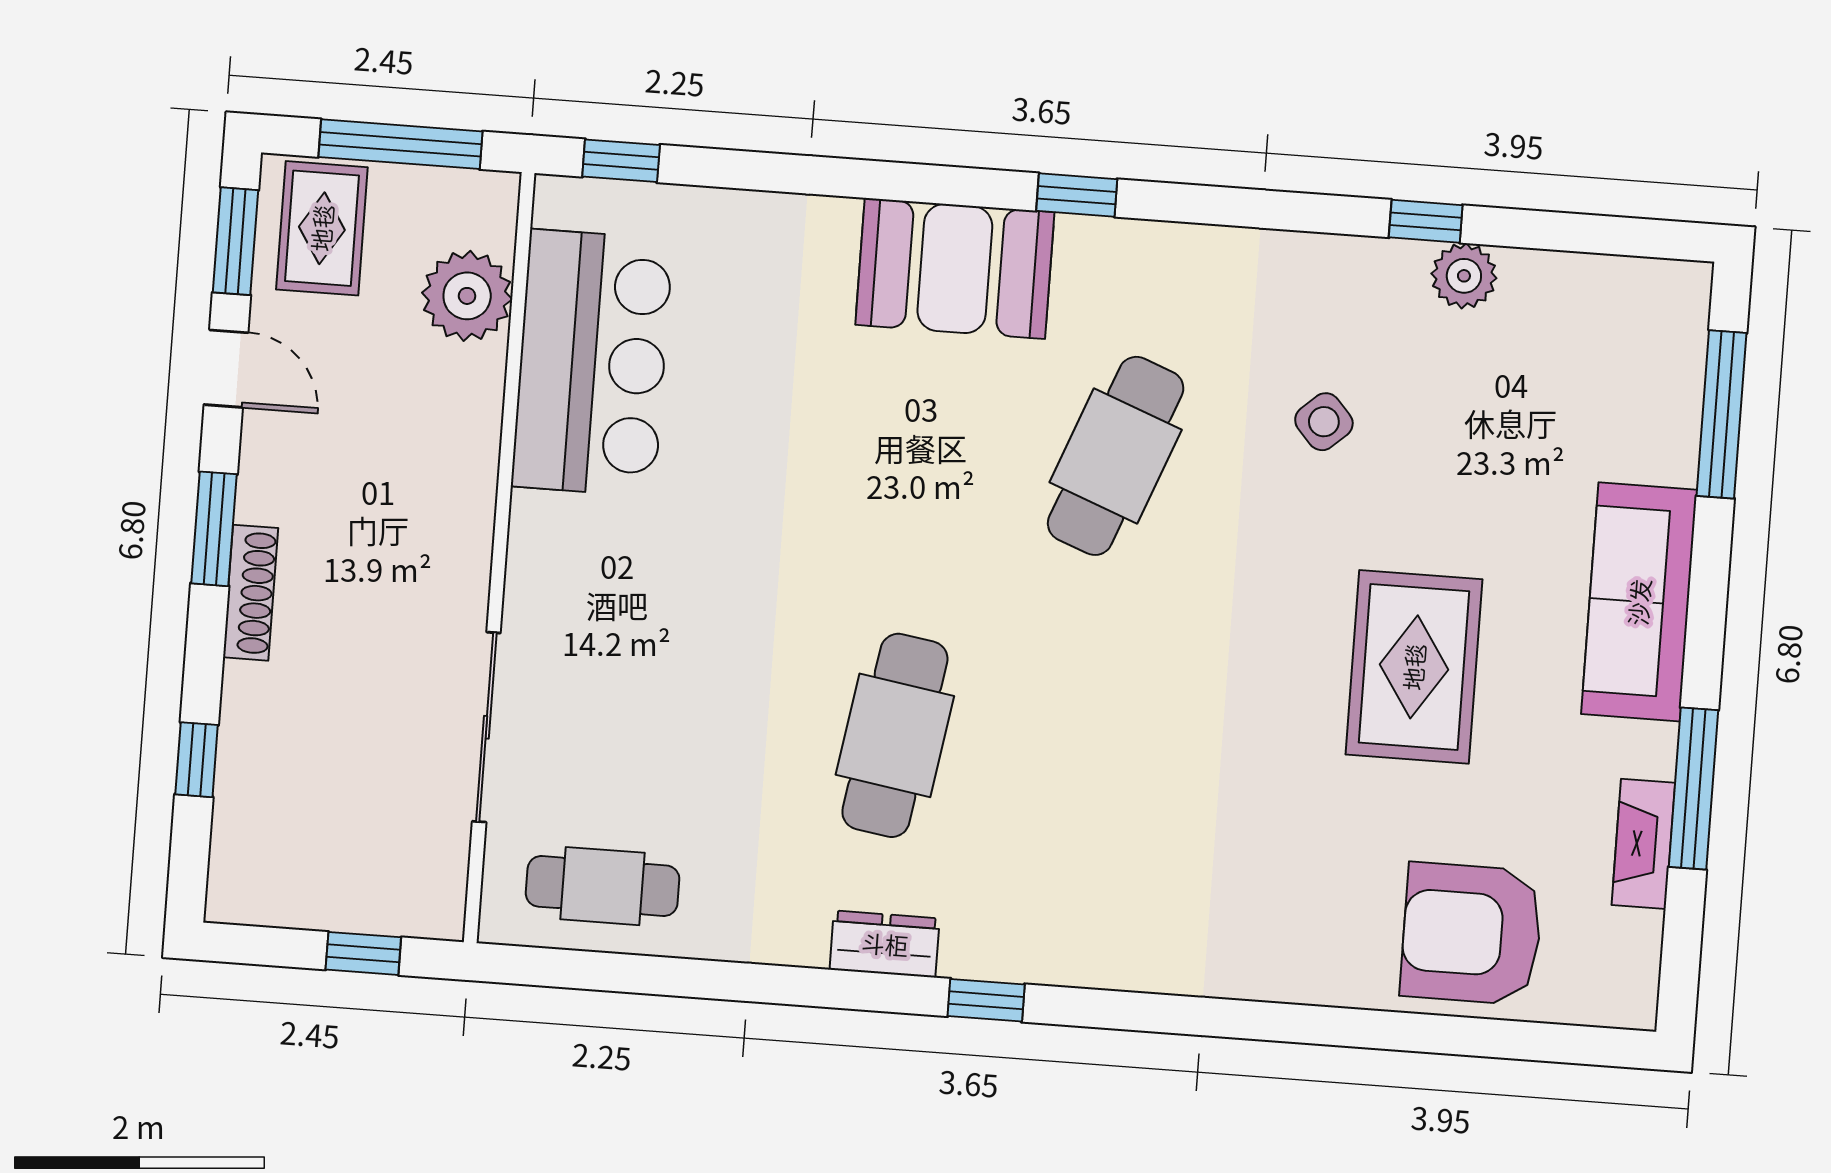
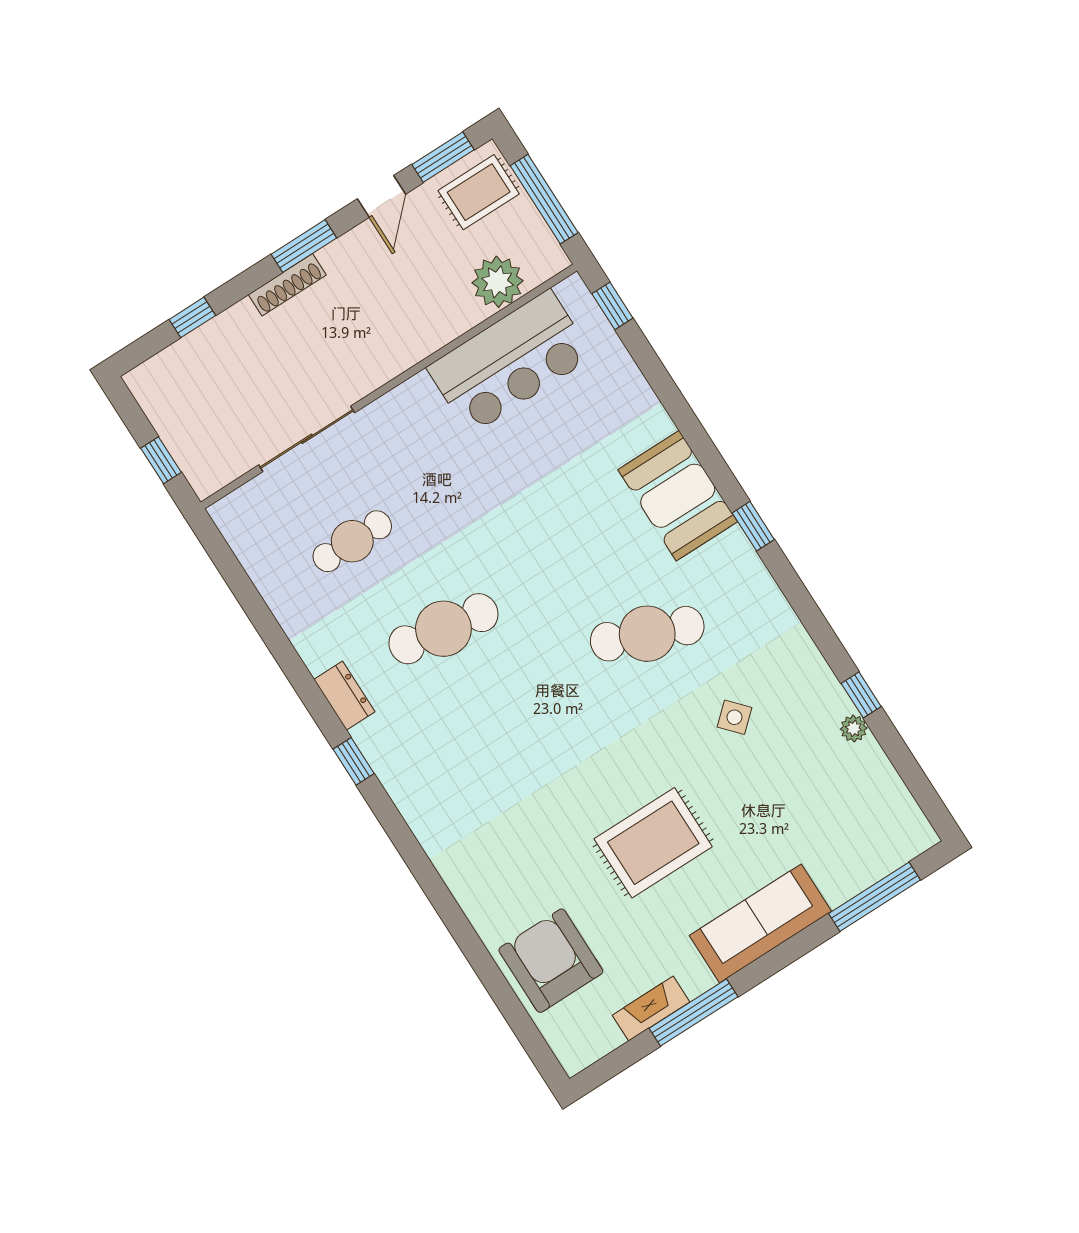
plant: (1464, 276) -> (854, 728), width x0.73, depth x0.73
cafe table: (603, 886) -> (352, 541), moved, turned 90

